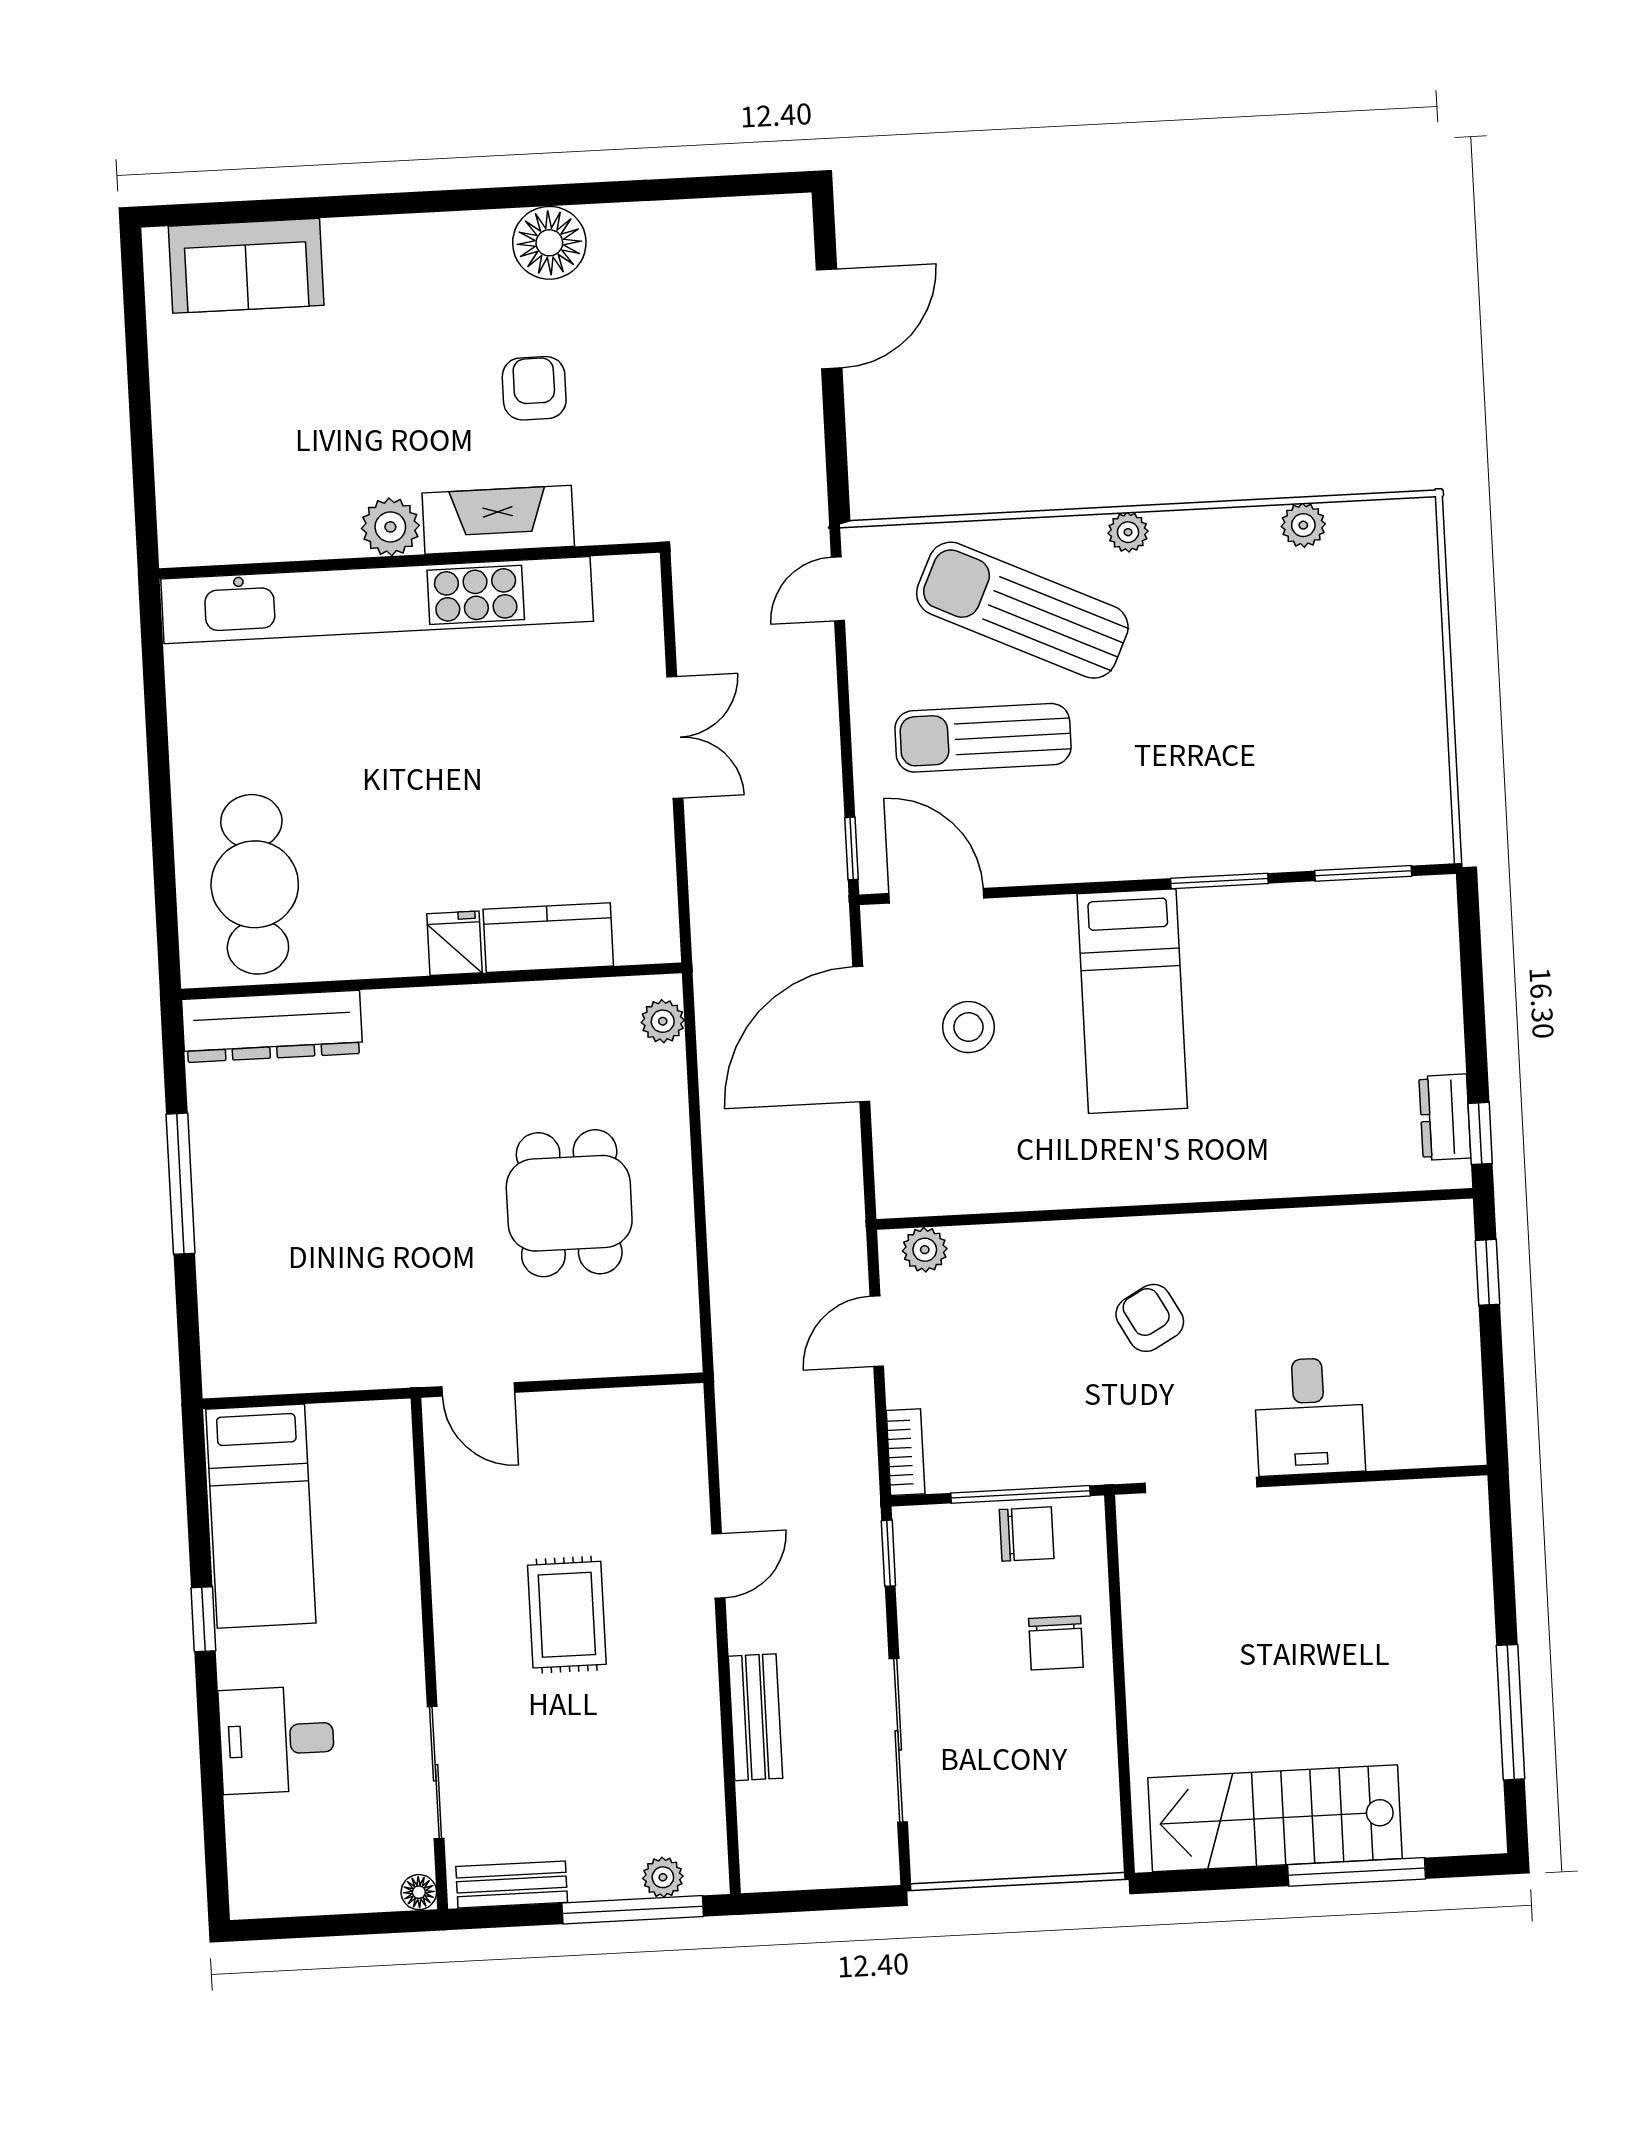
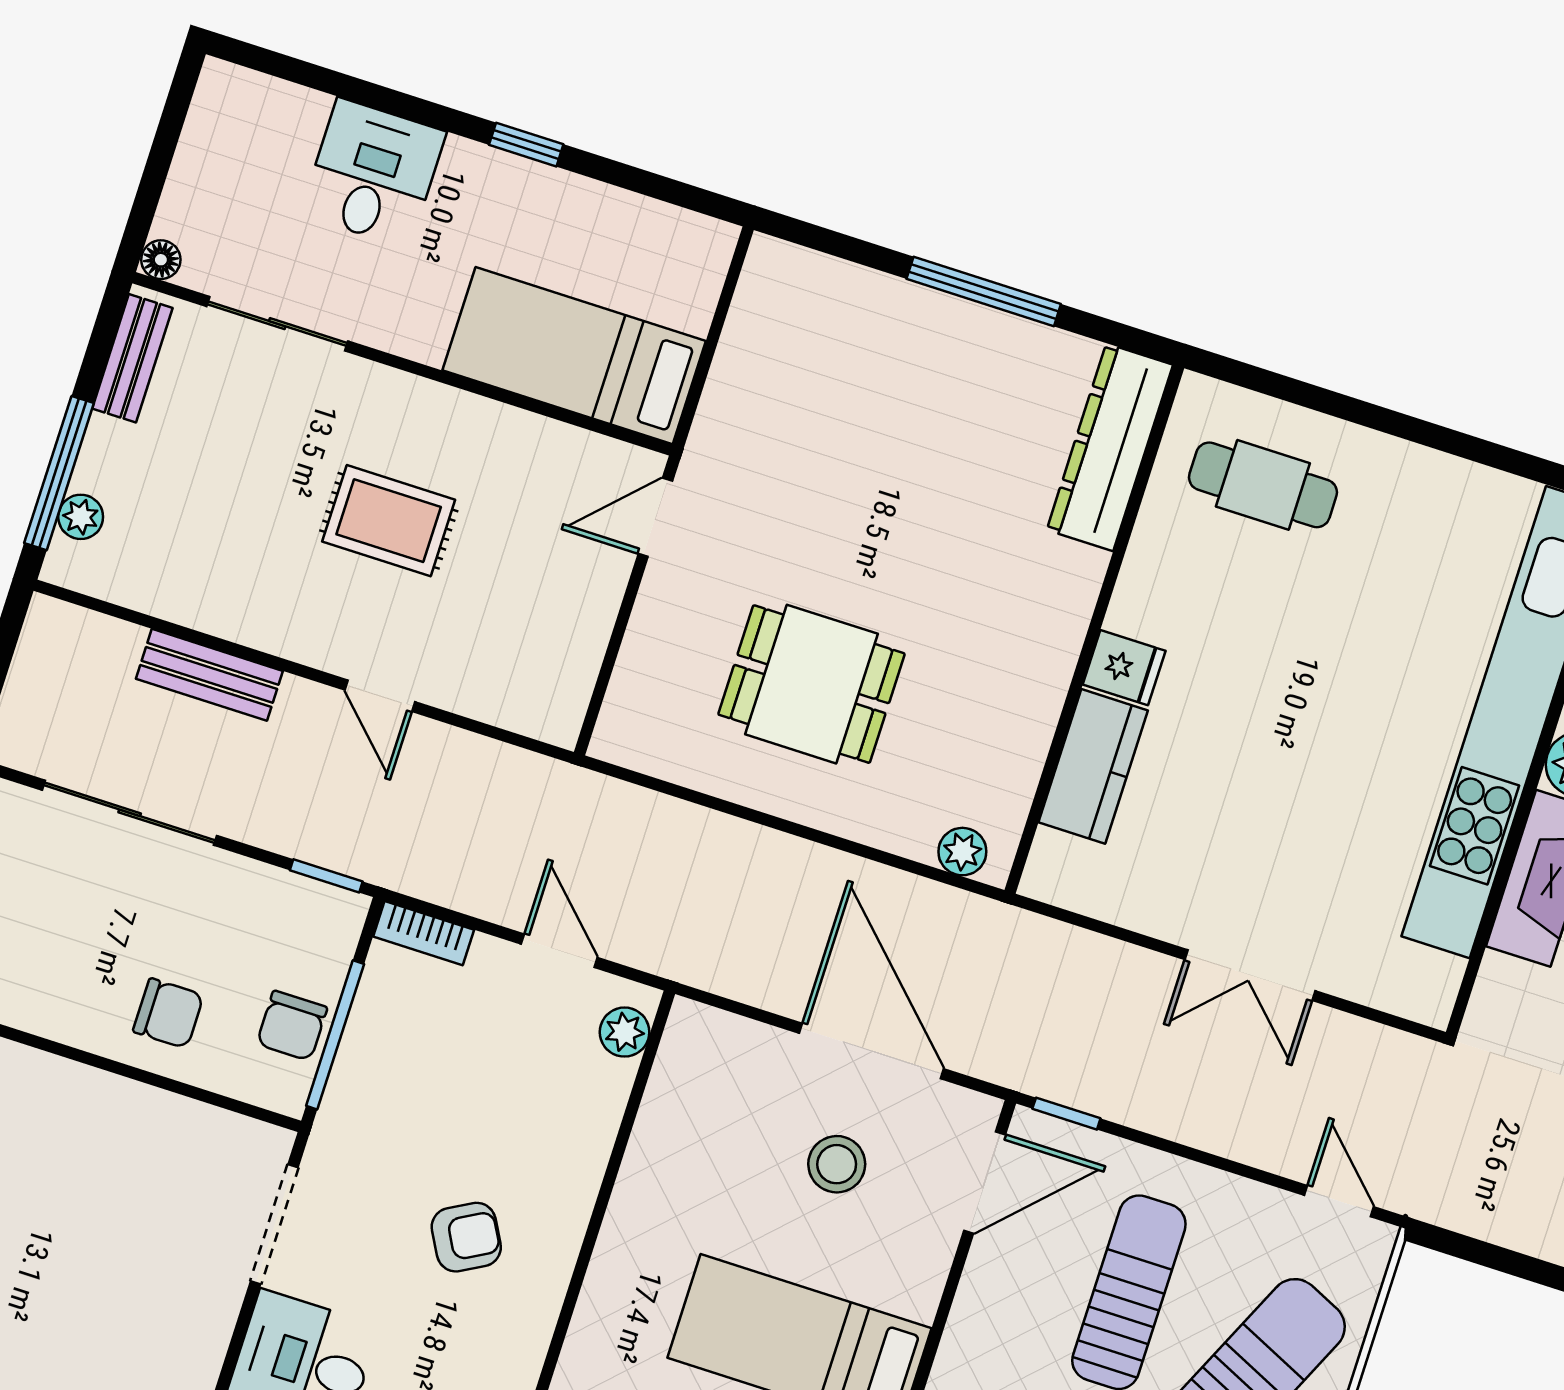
cafe table: (255, 884) -> (1263, 485), width x0.73, depth x0.74
bed: (261, 1516) -> (574, 356), moved
chair: (1056, 1643) -> (168, 1013), turned 180

